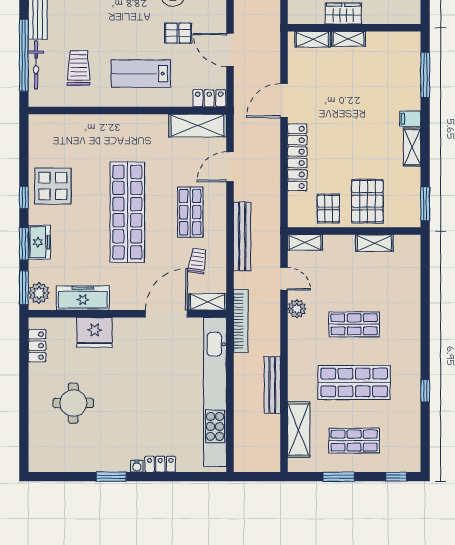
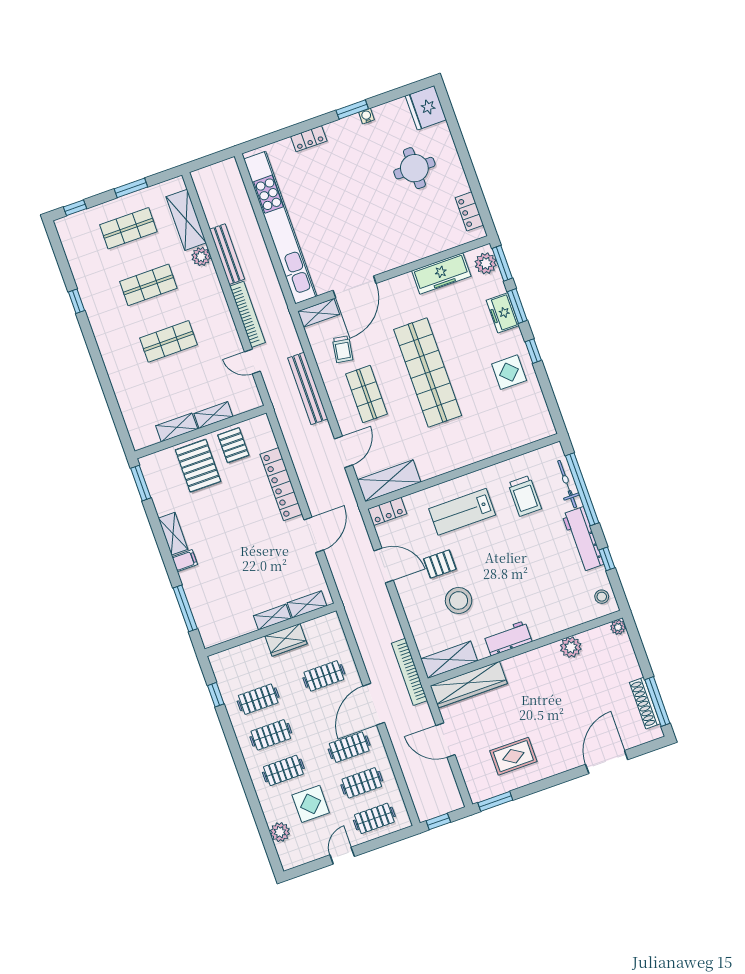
lab bench: (141, 74) -> (462, 512), turned 180
display table: (53, 186) -> (509, 372), width x0.73, depth x0.73
shelving: (305, 242) -> (213, 415), moved
plant: (297, 309) -> (201, 257), moved
bookcase: (241, 321) -> (247, 314), moved, turned 180
fridge: (95, 332) -> (426, 108), moved, turned -90
shop shelf: (354, 382) -> (148, 285), width x0.70, depth x0.74
water cooler: (137, 466) -> (367, 116), moved

